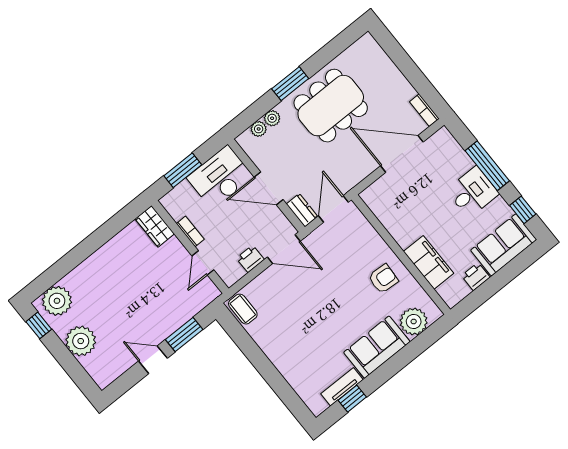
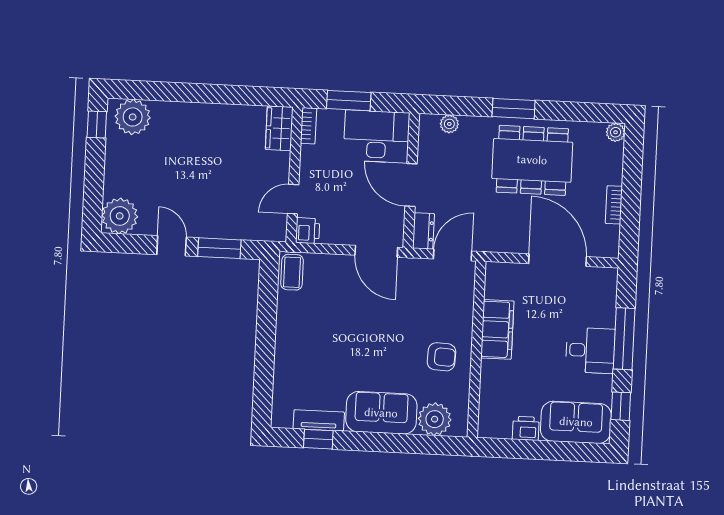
bookcase: (424, 110) -> (614, 205), moved
plant: (272, 118) -> (616, 132), moved
bookcase: (190, 231) -> (308, 126), moved
printer: (250, 259) -> (308, 231), moved, turned 90
filing cabinet: (429, 262) -> (497, 329), moved
plant: (81, 341) -> (120, 216), moved

